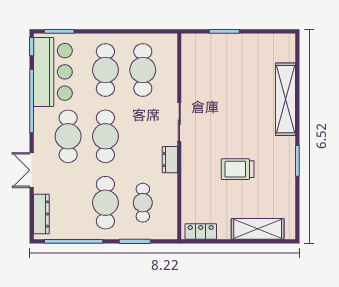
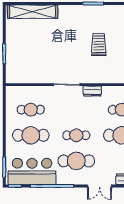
cafe table: (143, 70) -> (31, 110), width x0.73, depth x0.74
shelving: (285, 99) -> (33, 12), moved
cafe table: (105, 136) -> (76, 135), width x0.73, depth x0.74
trolley: (238, 169) -> (99, 45), turned 180

